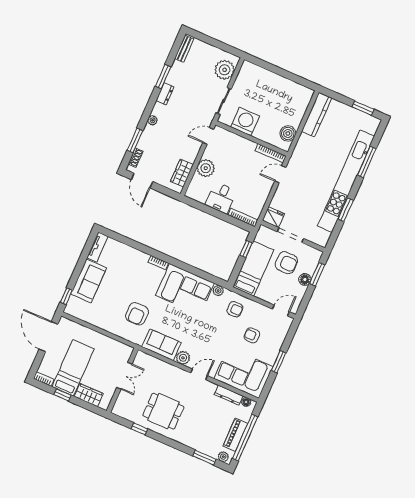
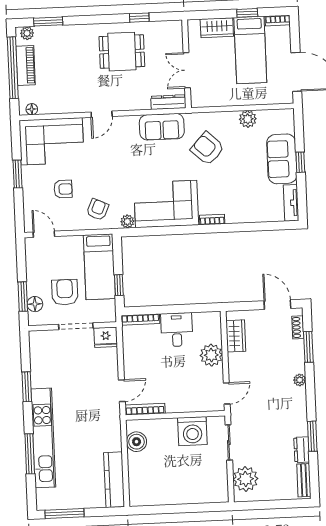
dresser: (165, 94) -> (302, 450), moved
window: (363, 108) -> (64, 514), width x1.44
kitchen unit: (346, 181) -> (43, 438), width x0.73
armchair: (286, 263) -> (65, 292), turned 90
floor lamp: (305, 279) -> (35, 304), moved
window: (66, 296) -> (300, 162), moved
armchair: (235, 309) -> (98, 210), turned 114
door: (281, 310) -> (44, 234), swing flipped
armchair: (137, 314) -> (207, 149), turned -47
plant: (183, 358) -> (248, 119), moved
dresser: (228, 395) -> (168, 102), moved

